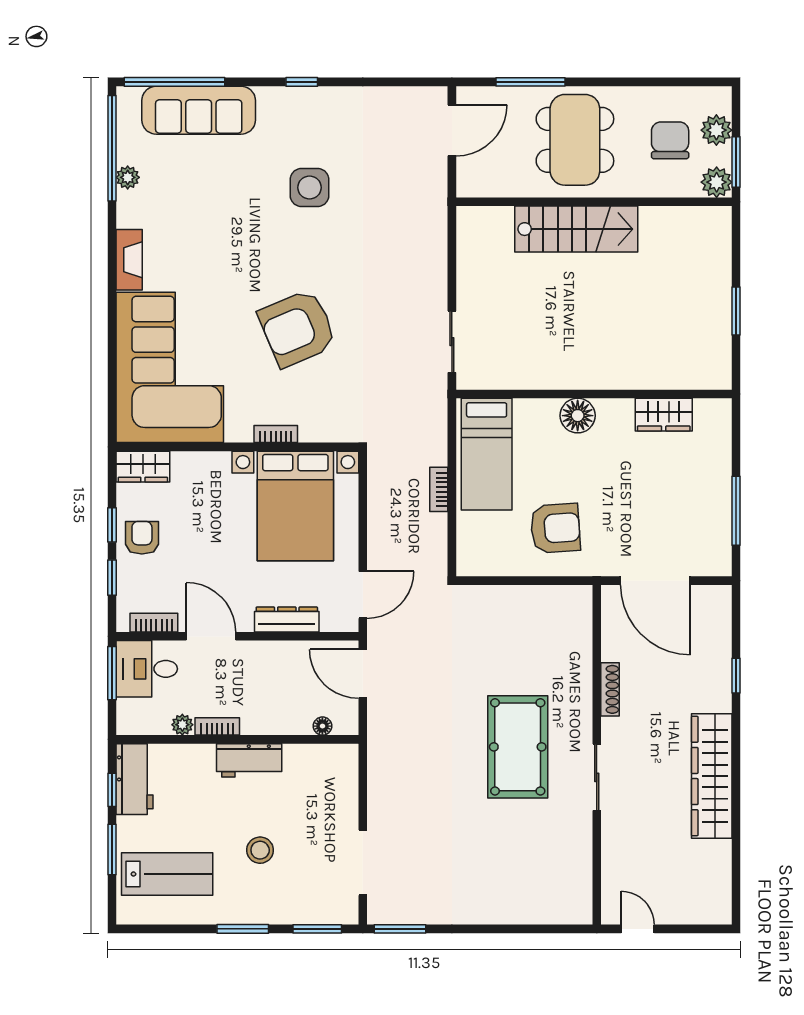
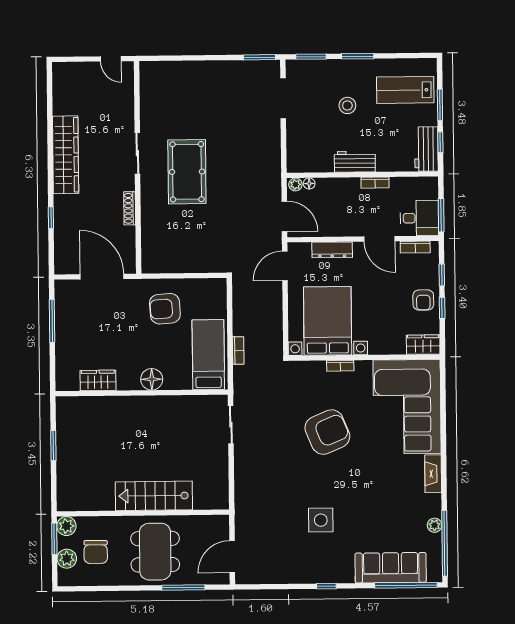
bookcase: (439, 489) -> (238, 351), moved
plant: (182, 725) -> (295, 184), moved

